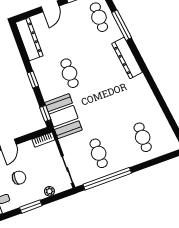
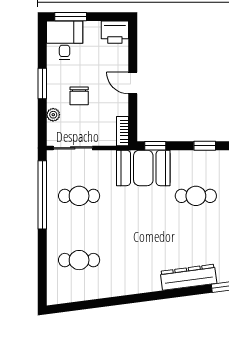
chair: (19, 178) -> (79, 96), moved

